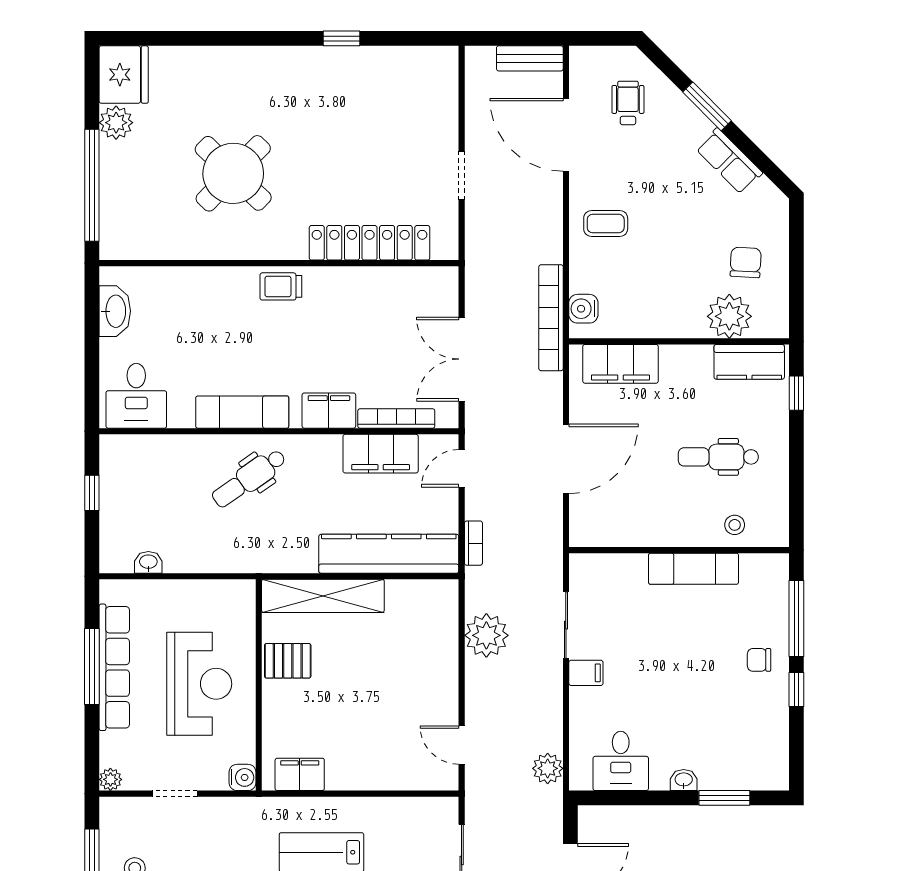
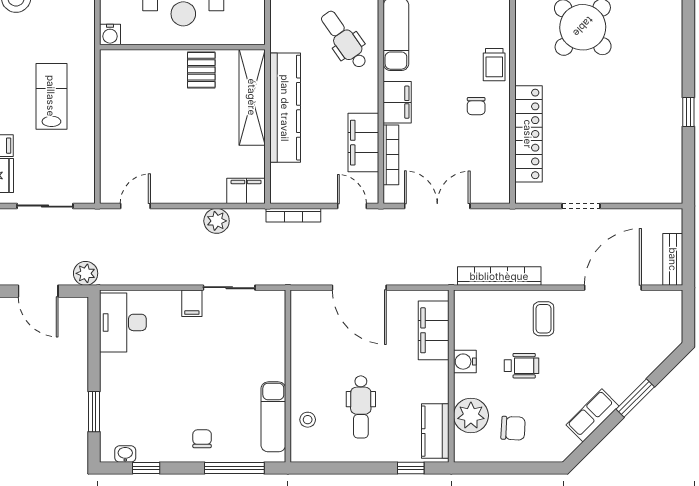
wheelchair: (628, 103) -> (521, 366), moved
trolley: (281, 286) -> (494, 65), turned 180
water cooler: (583, 309) -> (465, 362), moved, turned -90
chair: (334, 310) -> (476, 106), added
bookcase: (551, 318) -> (499, 276), moved
dental chair: (718, 457) -> (361, 407), turned 180
bookcase: (473, 543) -> (293, 215), width x1.56
kitchen counter: (389, 554) -> (285, 108), moved
exam couch: (693, 569) -> (273, 417), moved
plant: (486, 635) -> (217, 221), width x0.73, depth x0.73
window: (796, 689) -> (146, 468), moved
desk: (621, 761) -> (123, 322), width x1.37
plant: (548, 768) -> (86, 273), moved
filing cabinet: (300, 774) -> (246, 191), moved, turned -90
washbasin: (684, 780) -> (125, 454), moved, turned -90

